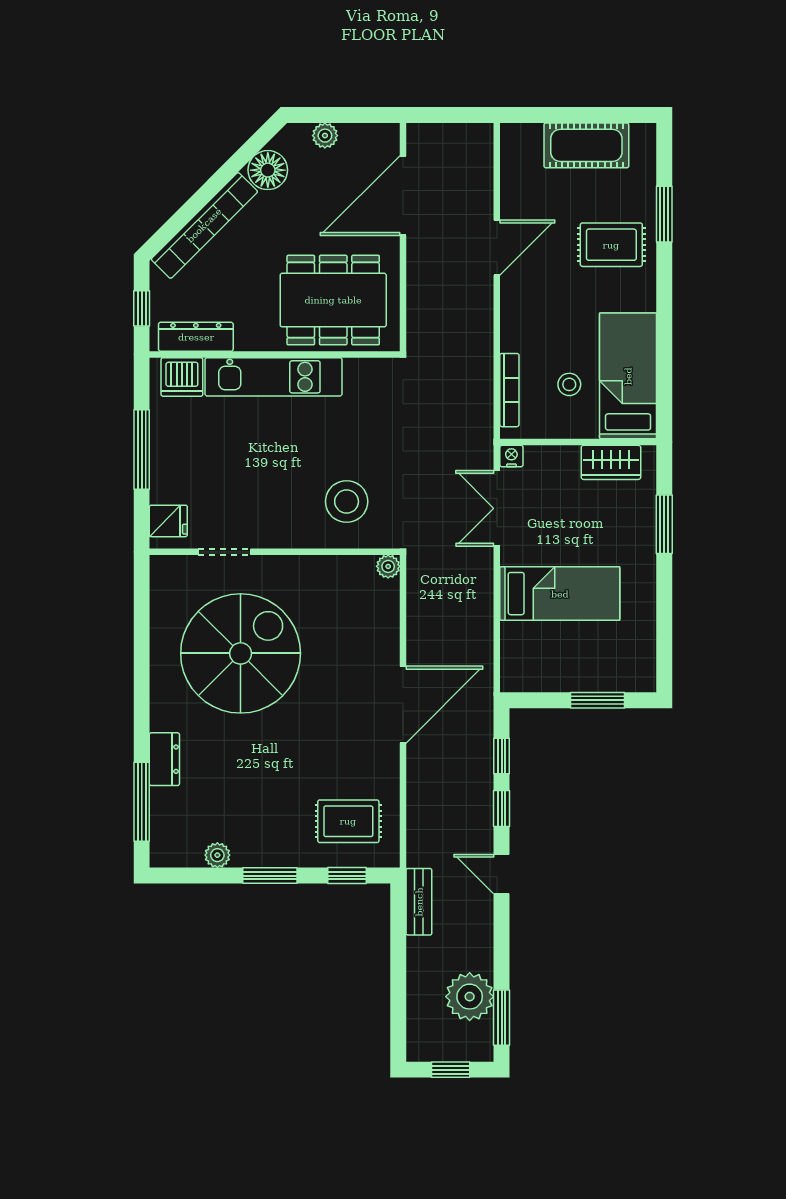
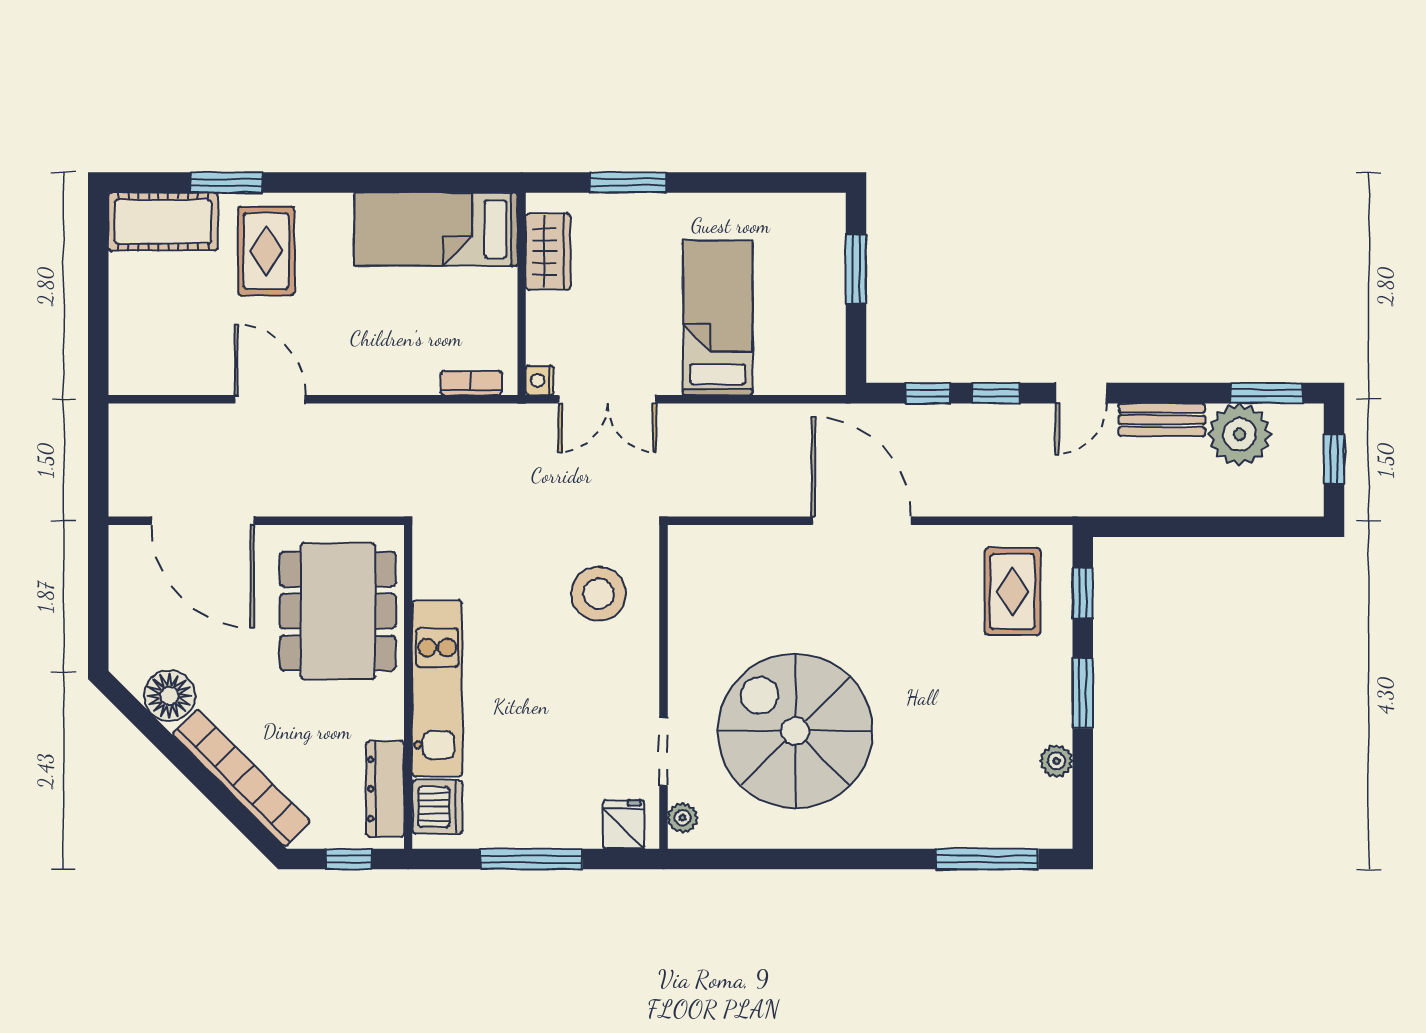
plant: (325, 136) -> (125, 622), removed
cot: (586, 145) -> (163, 222), moved, turned 90
stool: (569, 384) -> (447, 305), removed
bookcase: (509, 390) -> (471, 383), width x0.64
plant: (388, 566) -> (683, 818), moved
dresser: (164, 759) -> (932, 830), removed
bench: (419, 902) -> (1162, 420), moved

